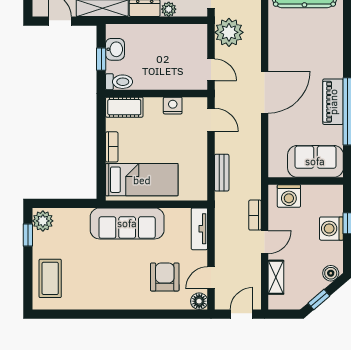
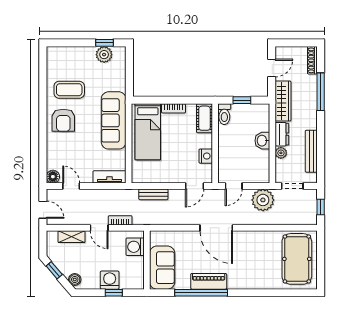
washbasin: (115, 49) -> (262, 141), moved, turned 90
plant: (43, 221) -> (104, 55), moved
armchair: (165, 277) -> (63, 120), moved, turned 90
coffee table: (50, 278) -> (69, 90), moved

